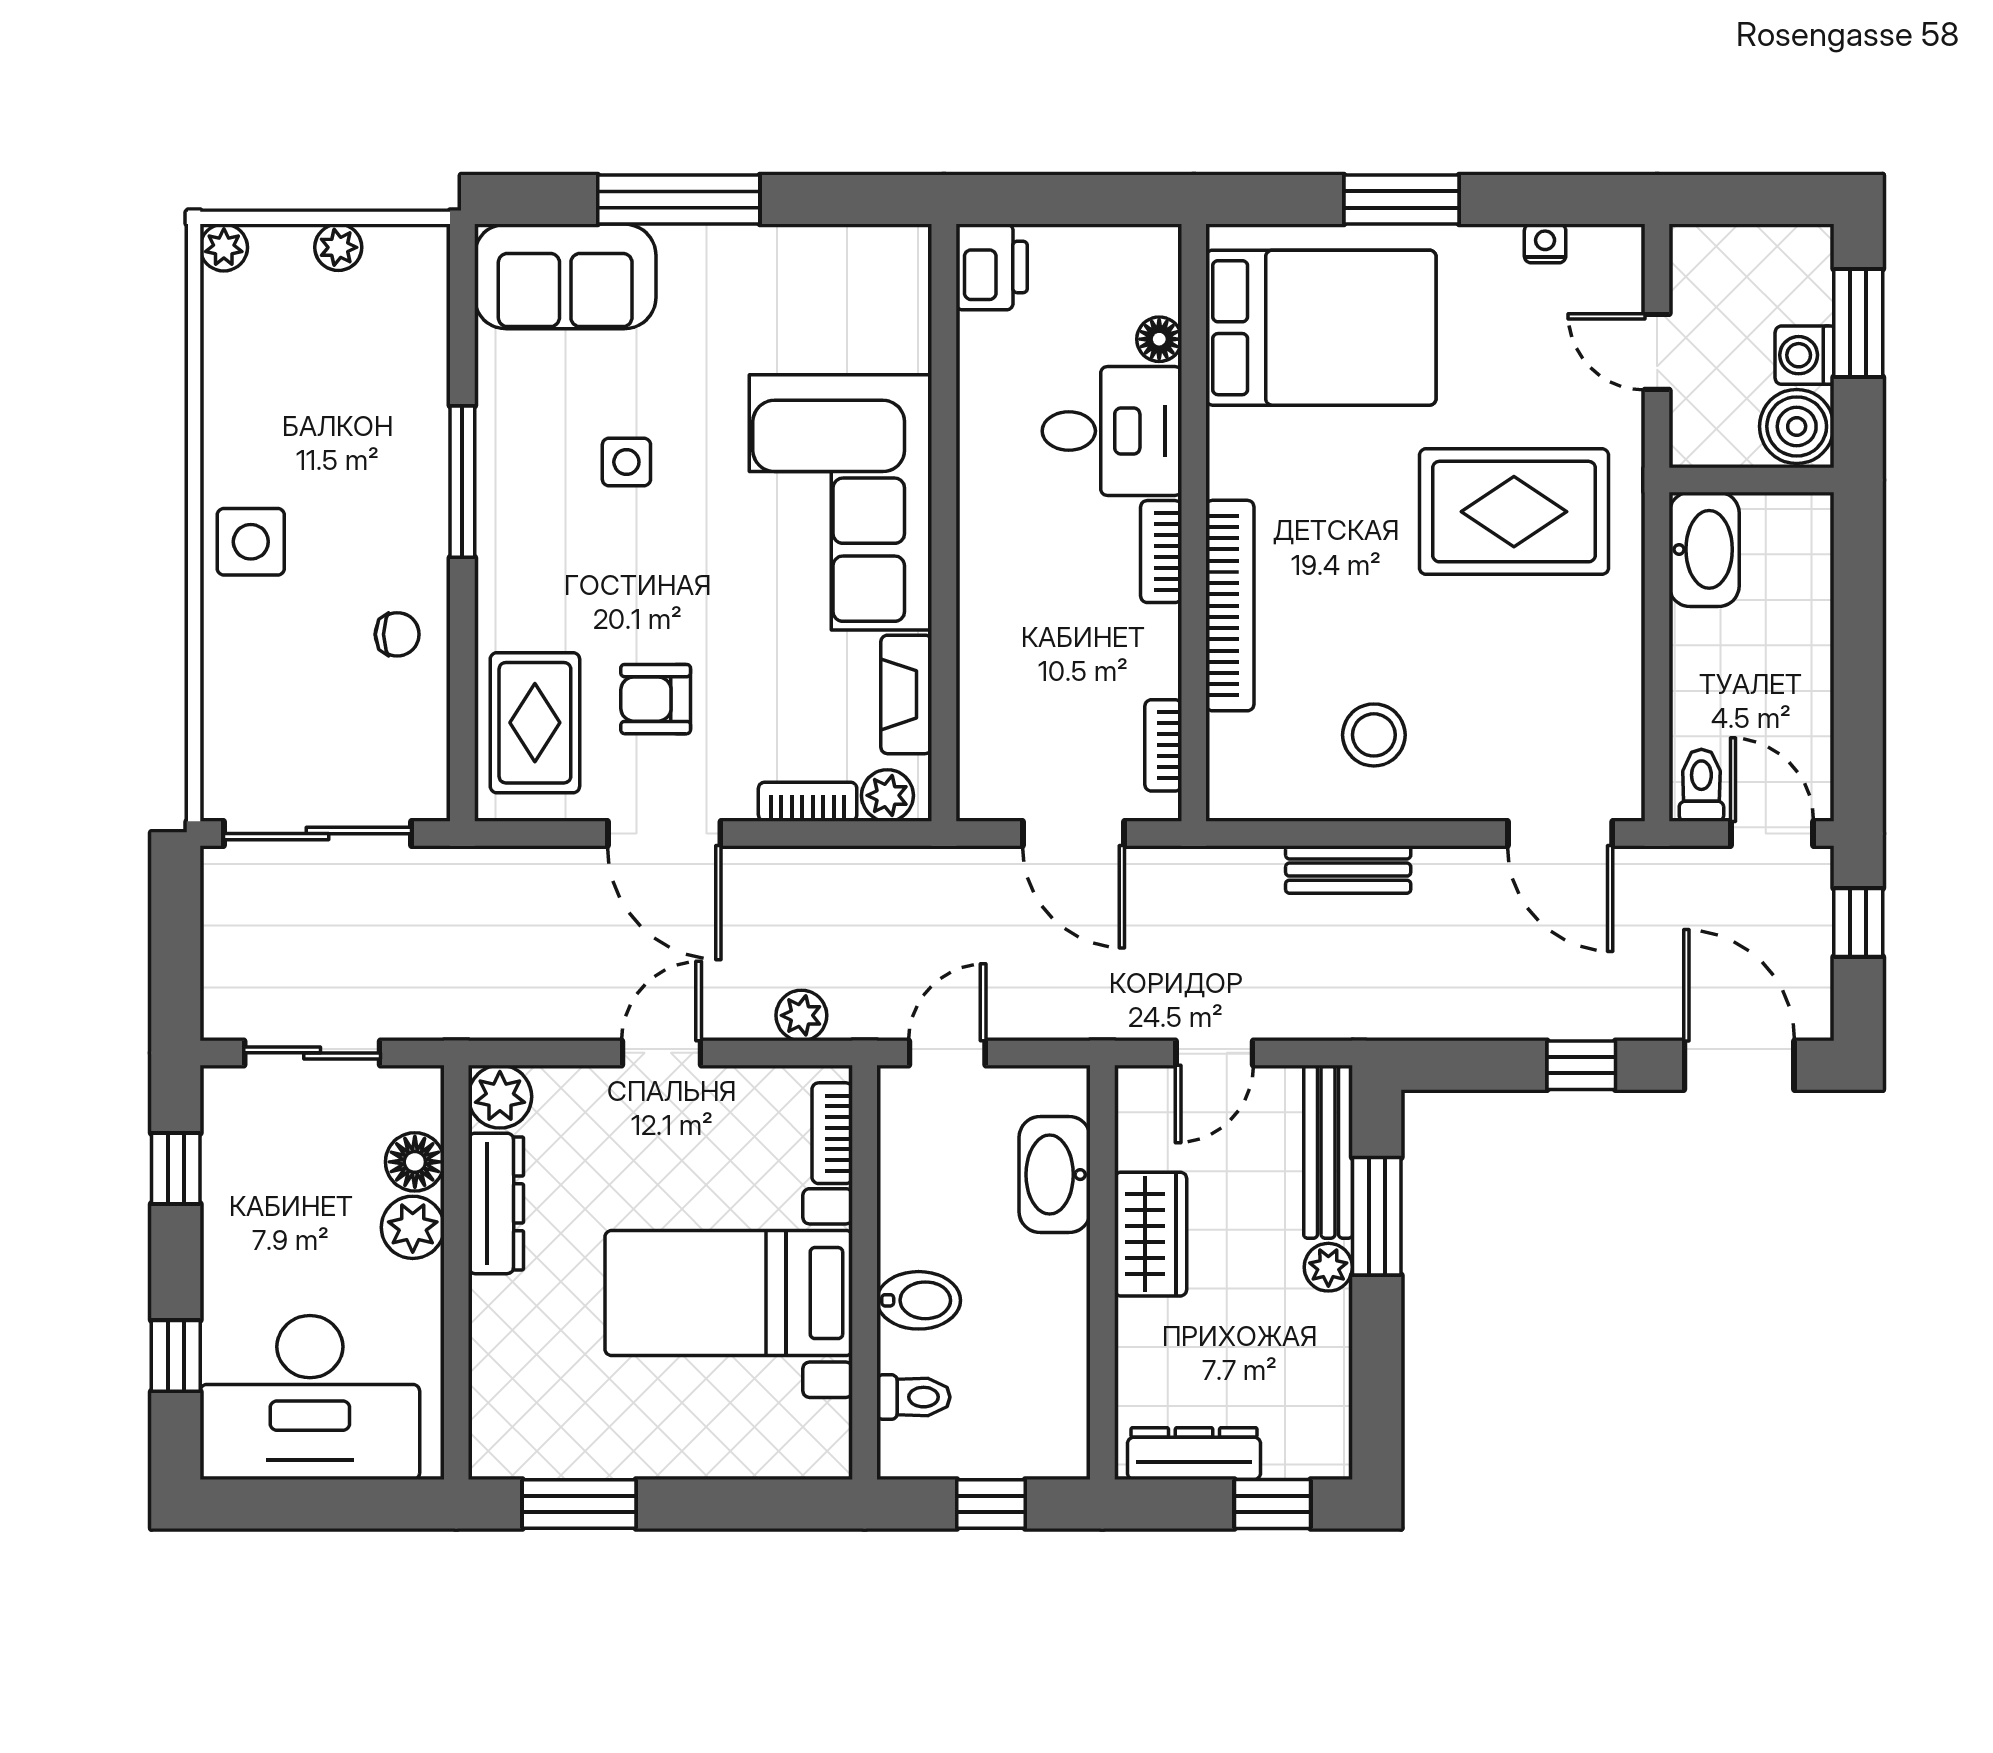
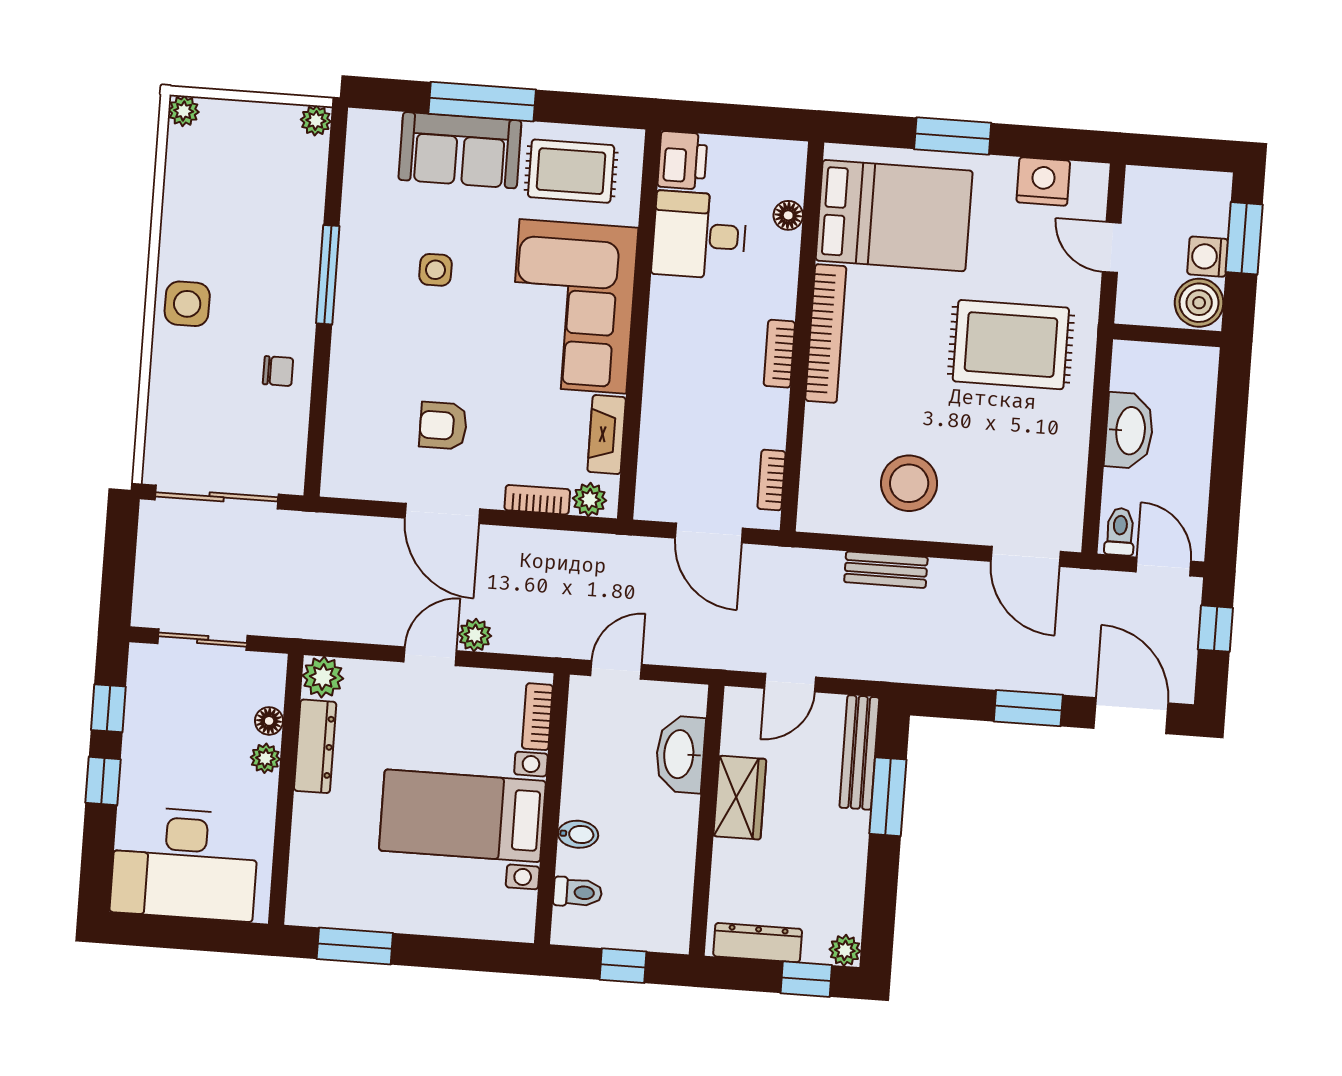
nightstand: (1545, 243) -> (1043, 182), width x1.89, depth x1.79
plant: (338, 247) -> (316, 121), moved
sofa: (565, 276) -> (460, 150), moved
desk: (1112, 431) -> (699, 235), moved, turned 180
washbasin: (1704, 549) -> (1129, 431), moved
bookcase: (1230, 606) -> (826, 334), moved
rug: (535, 723) -> (571, 171), moved, turned 90
stool: (1374, 735) -> (909, 483), width x1.38, depth x1.38
plant: (801, 1015) -> (475, 635), moved
window: (1581, 1065) -> (1028, 708), width x1.50
floor lamp: (415, 1162) -> (269, 721), width x0.73, depth x0.73
plant: (413, 1227) -> (265, 758), width x0.73, depth x0.73
plant: (1328, 1267) -> (845, 950), moved
bidet: (919, 1300) -> (578, 834), width x0.72, depth x0.74
window: (176, 1356) -> (103, 781), moved

